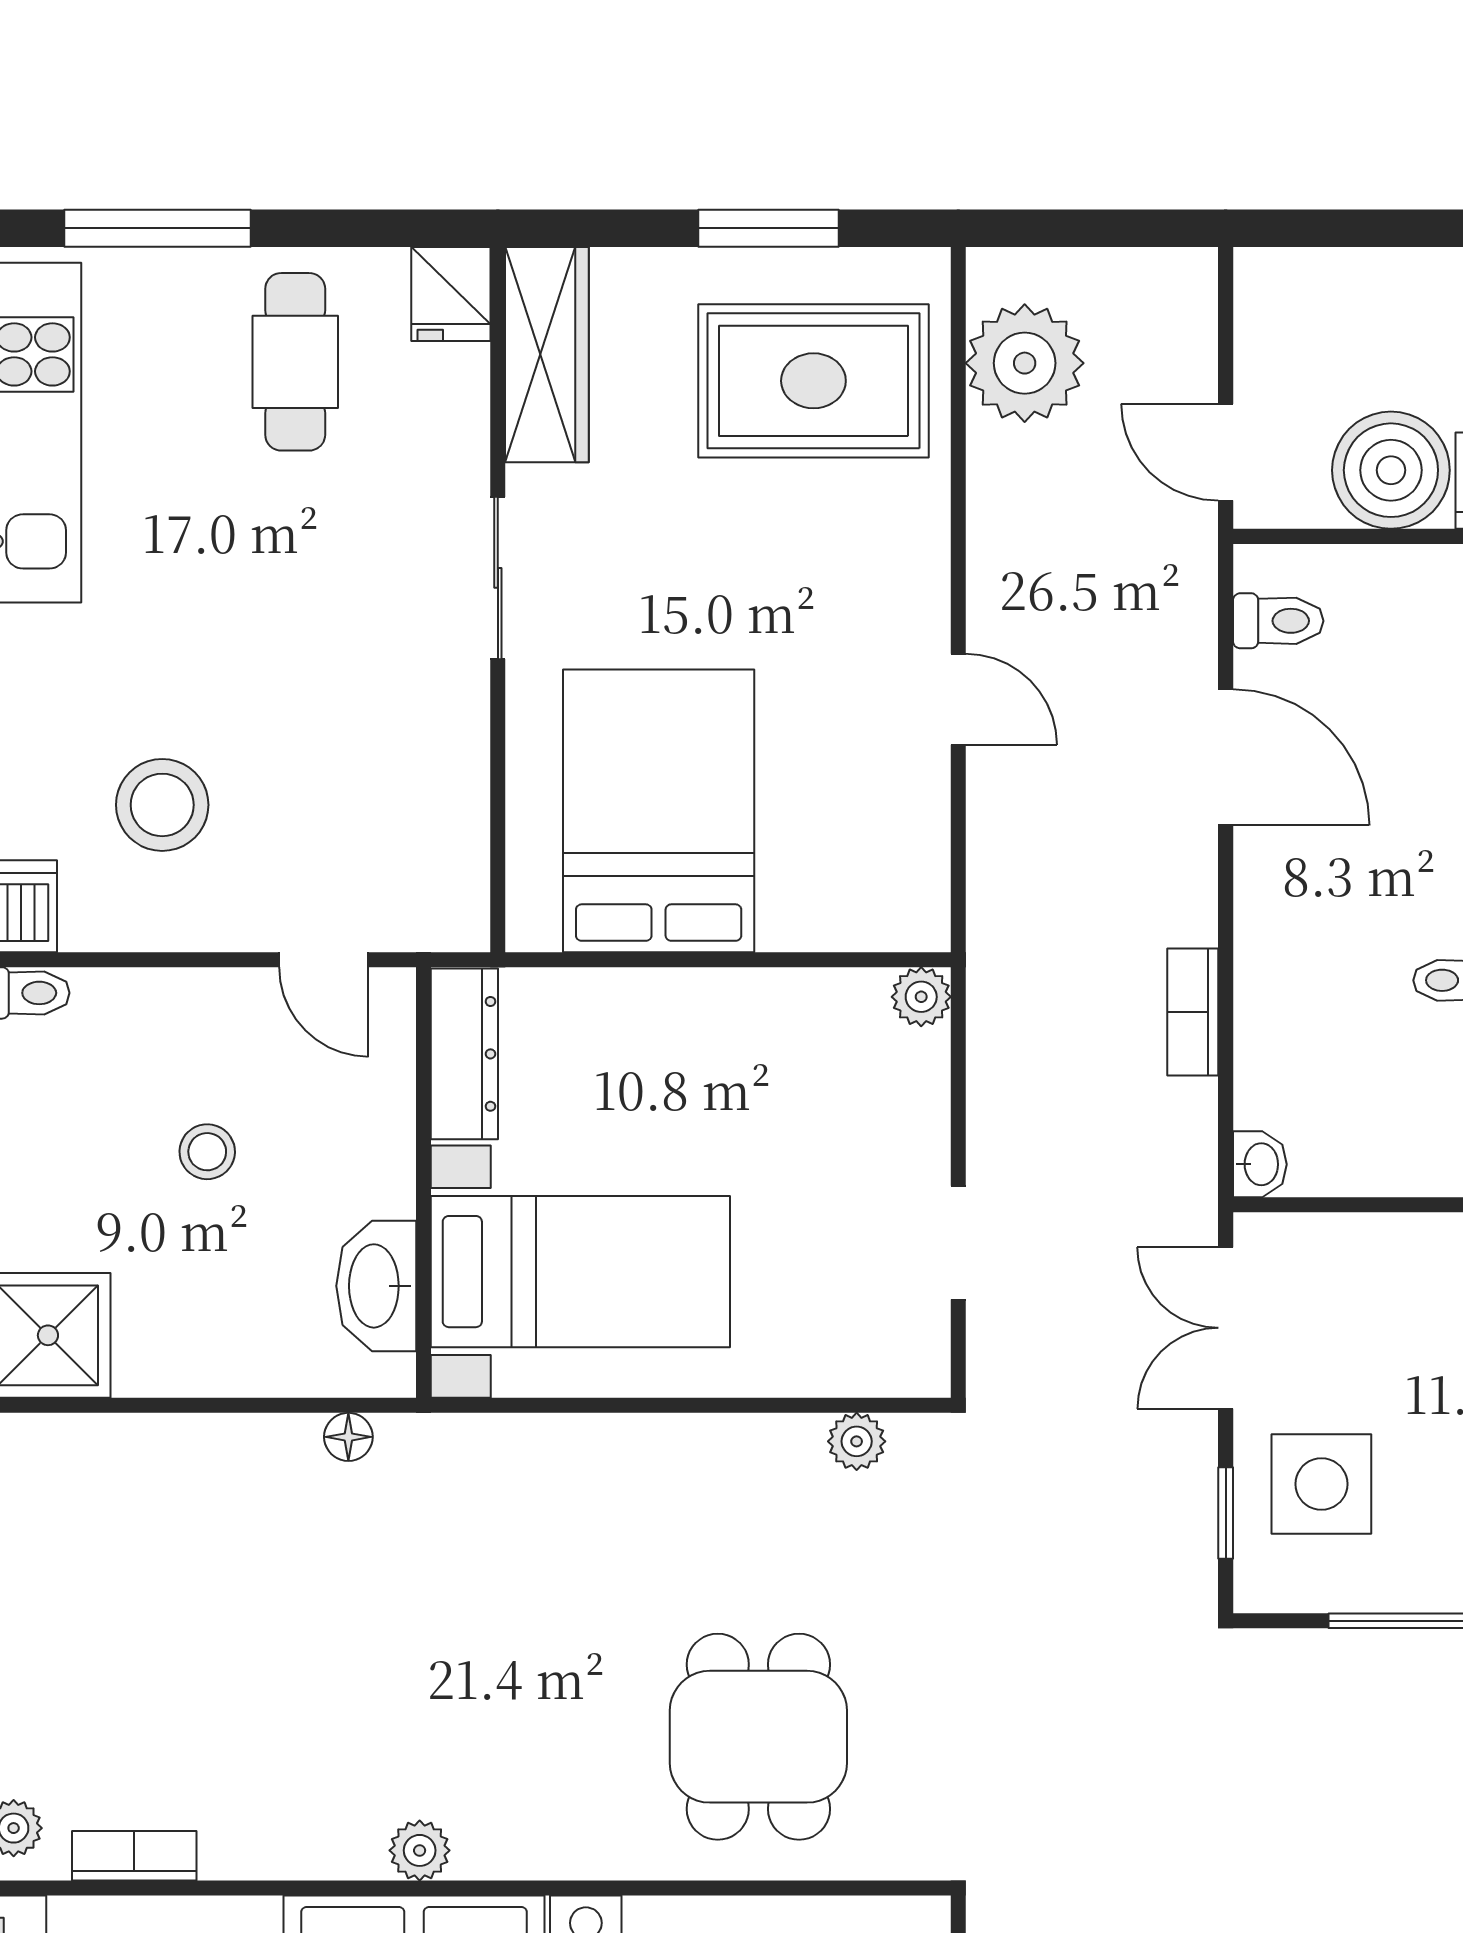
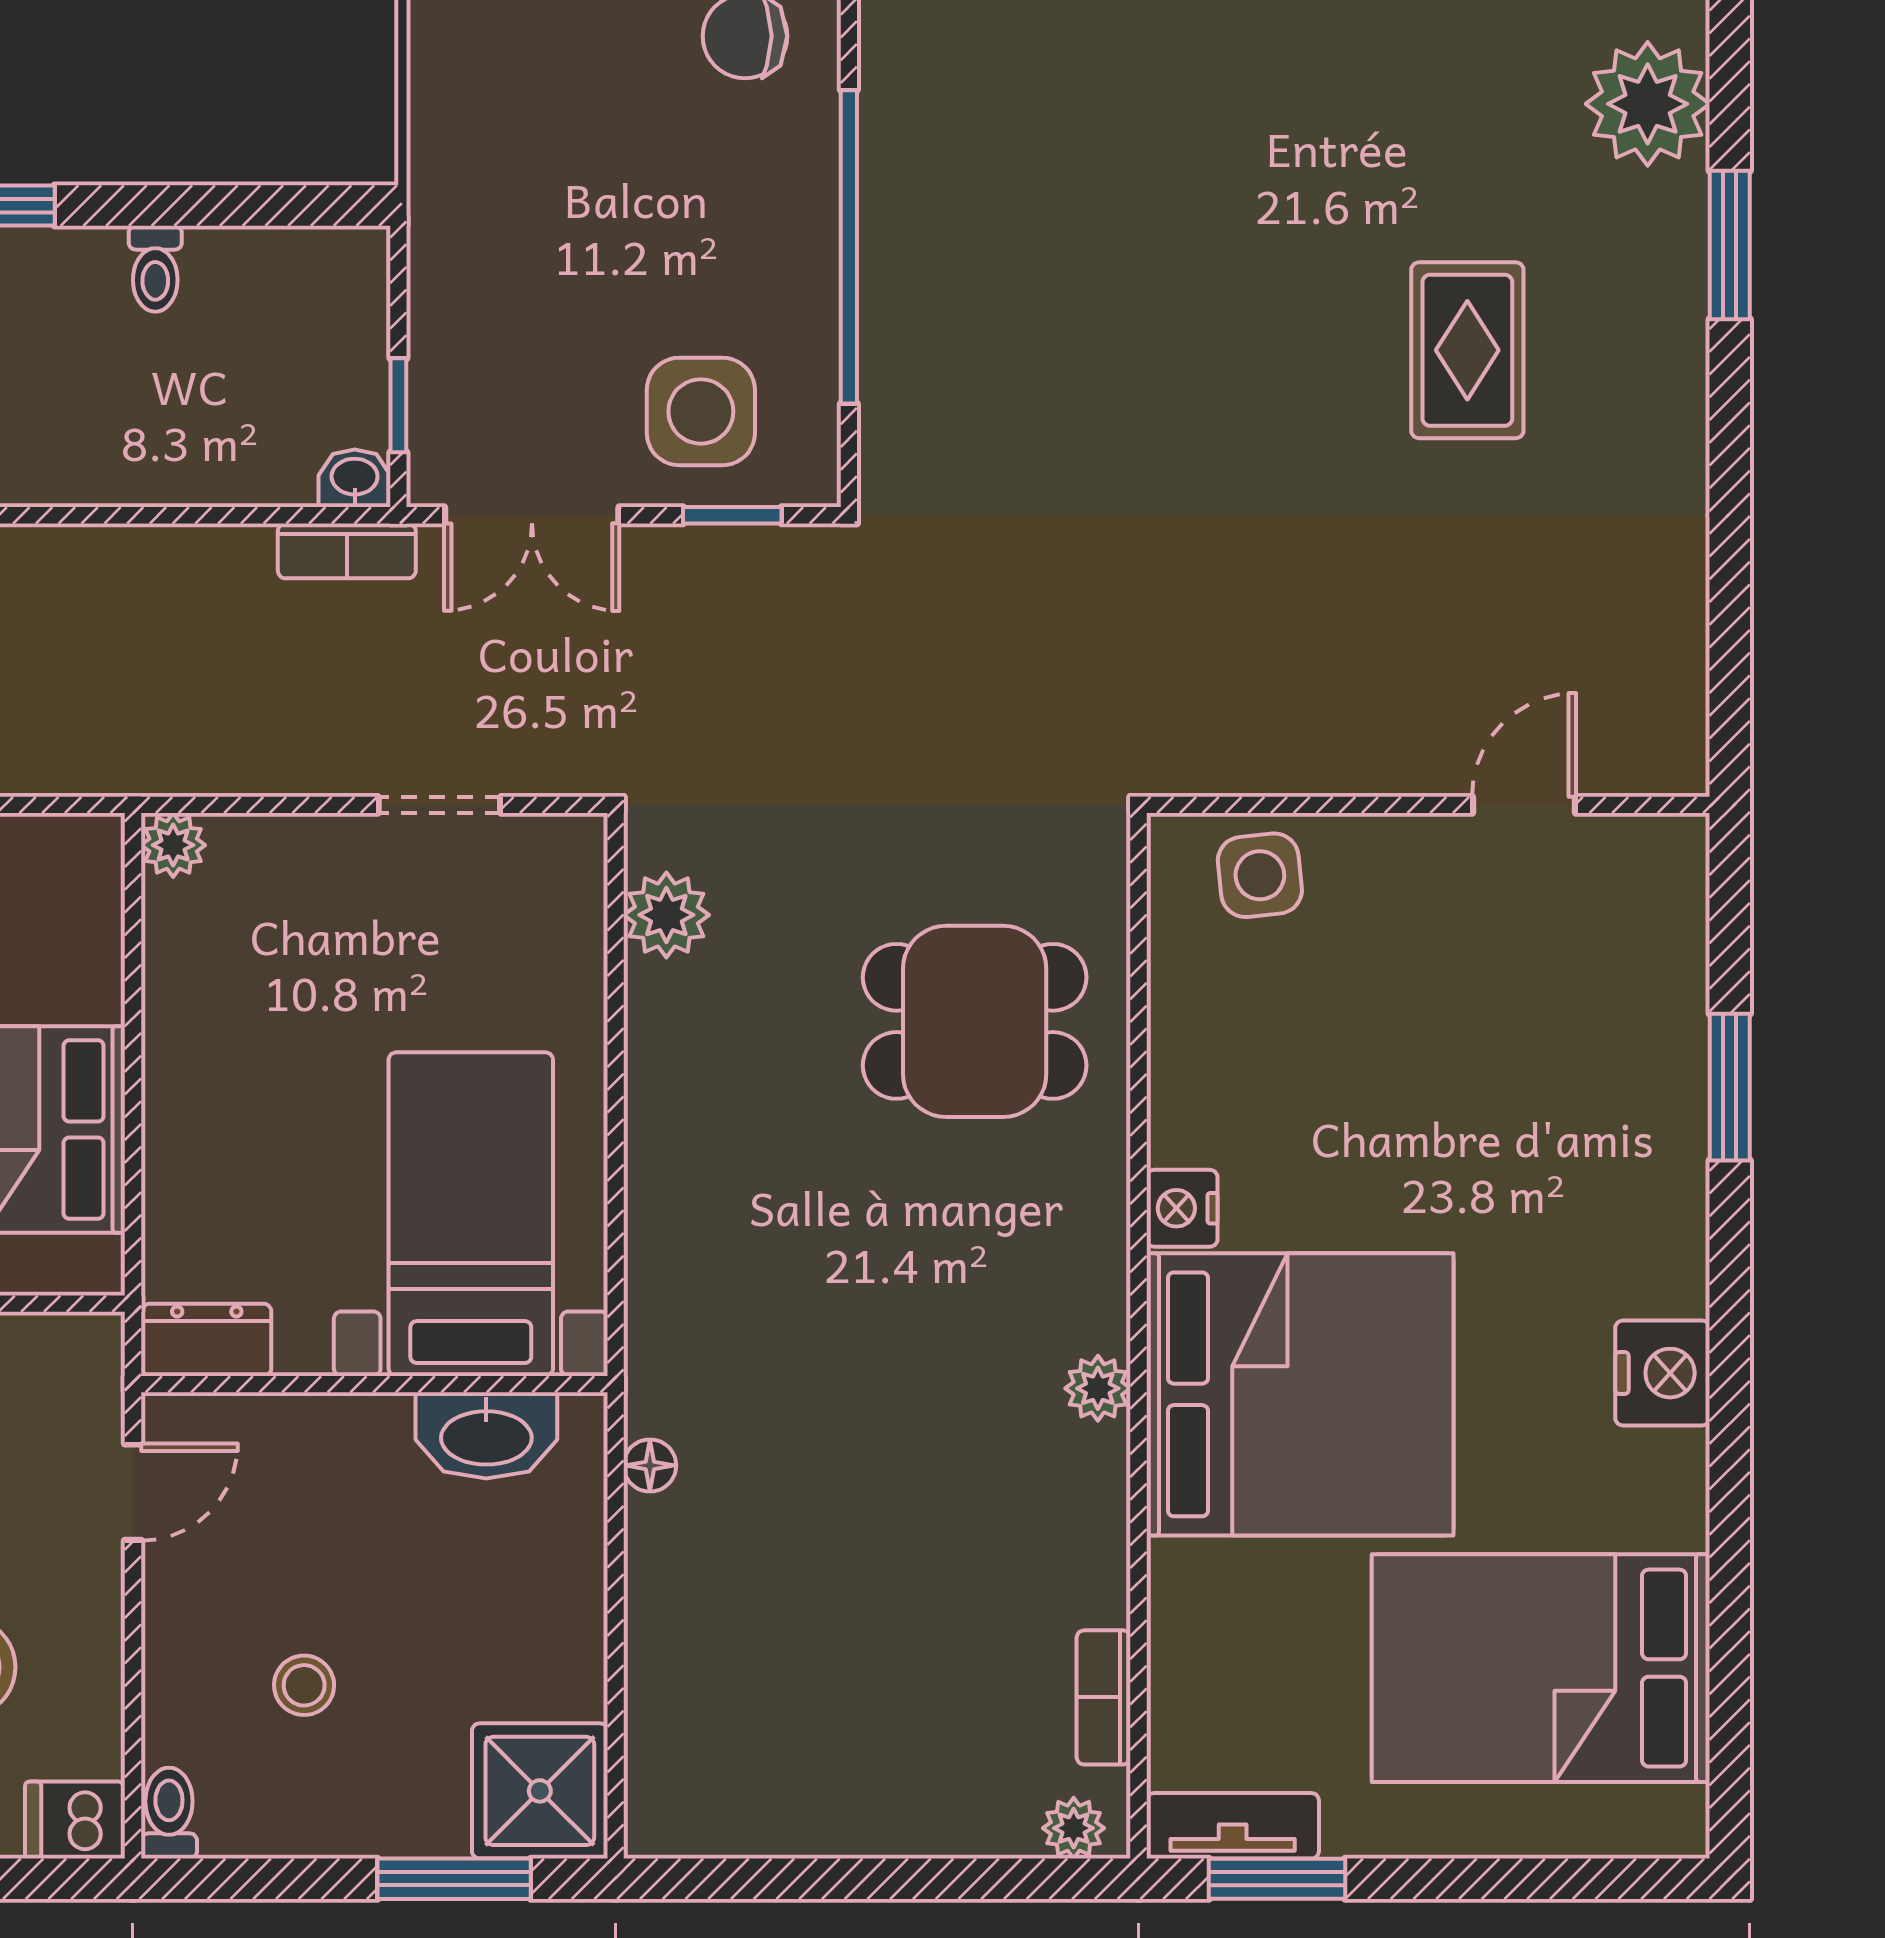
bookcase: (1193, 1012) -> (347, 551), moved
dresser: (464, 1054) -> (207, 1340), width x0.70
stool: (207, 1152) -> (304, 1685), moved
window: (1327, 1205) -> (398, 405), added
plant: (857, 1441) -> (666, 915), width x1.38, depth x1.38

